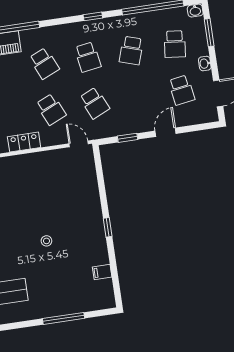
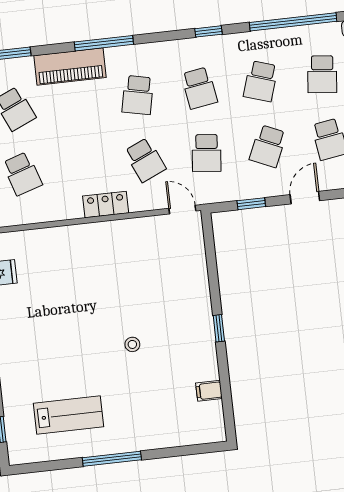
school desk: (44, 63) -> (138, 95), turned 36
school desk: (138, 97) -> (268, 146), added
school desk: (94, 103) -> (207, 153), turned 30
window: (64, 318) -> (112, 459), moved

